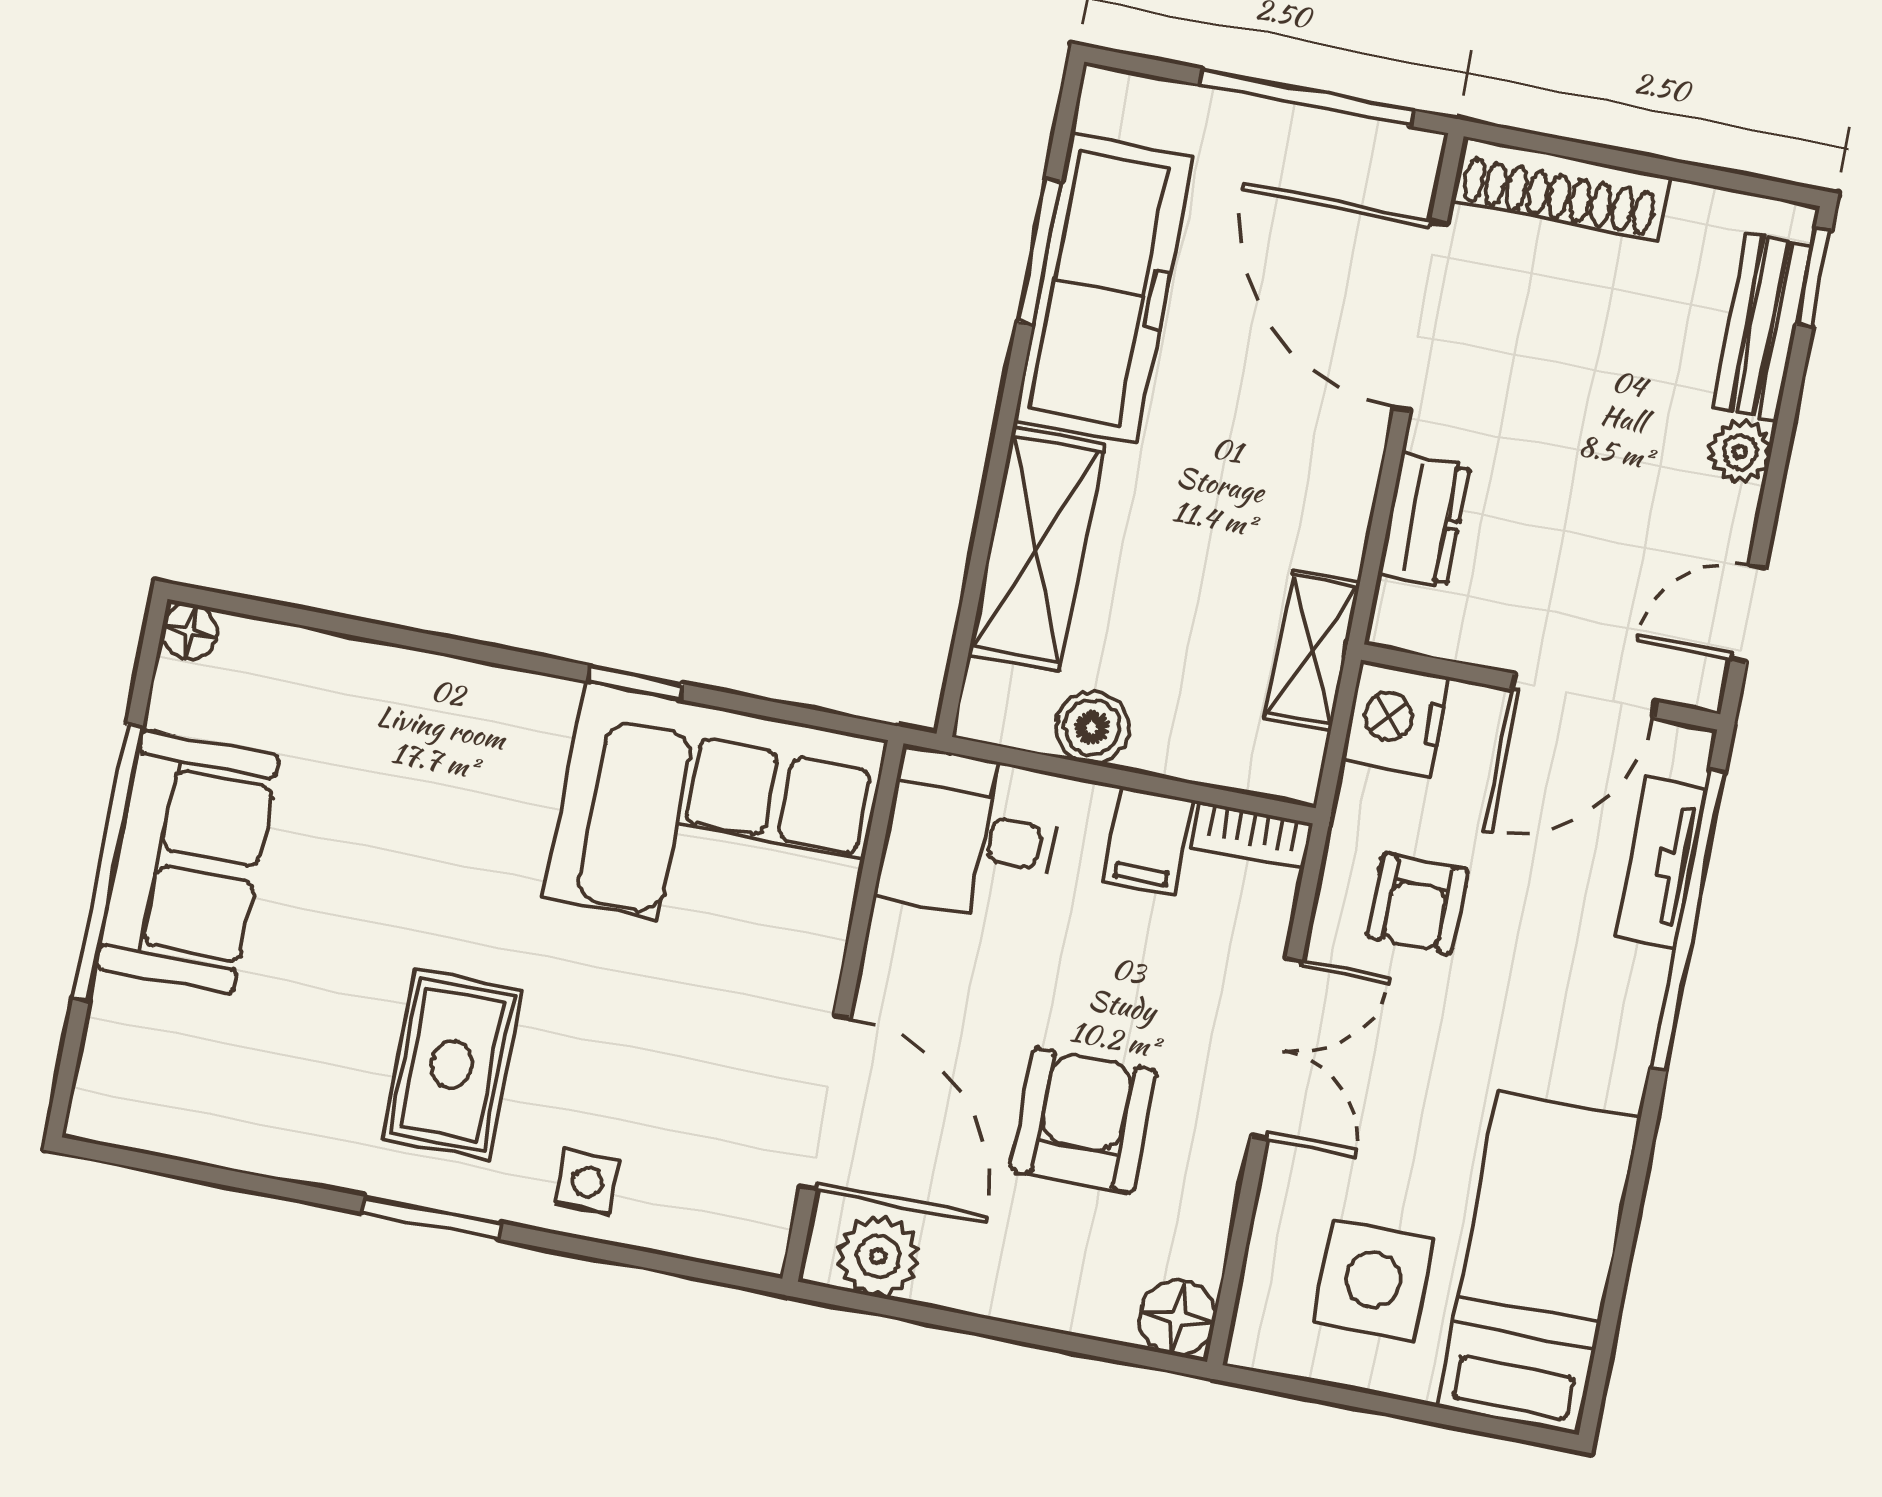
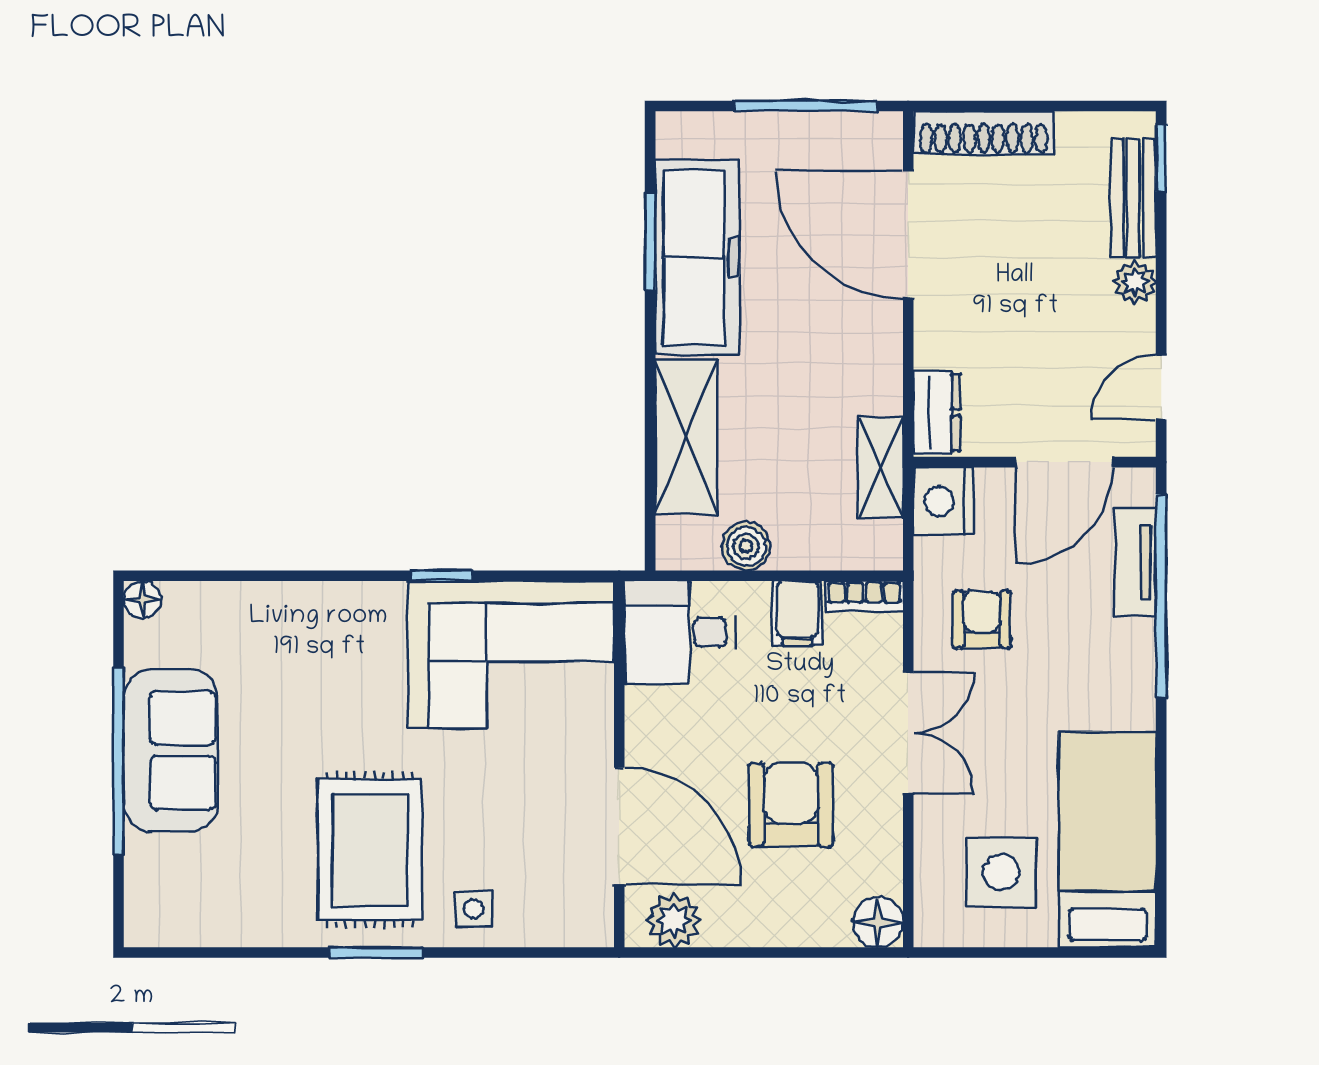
dresser: (1424, 520) -> (937, 413), moved
armchair: (1418, 903) -> (982, 620), turned 180
rug: (452, 1065) -> (370, 850), width x1.36, depth x1.43

